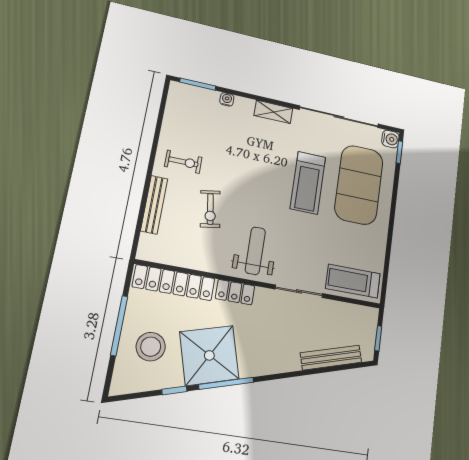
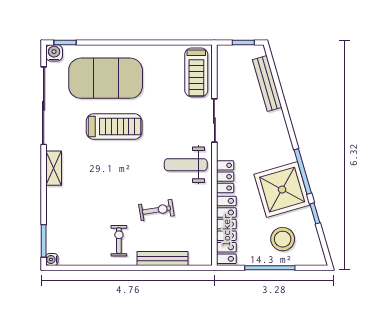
water cooler: (227, 99) -> (52, 260), moved

